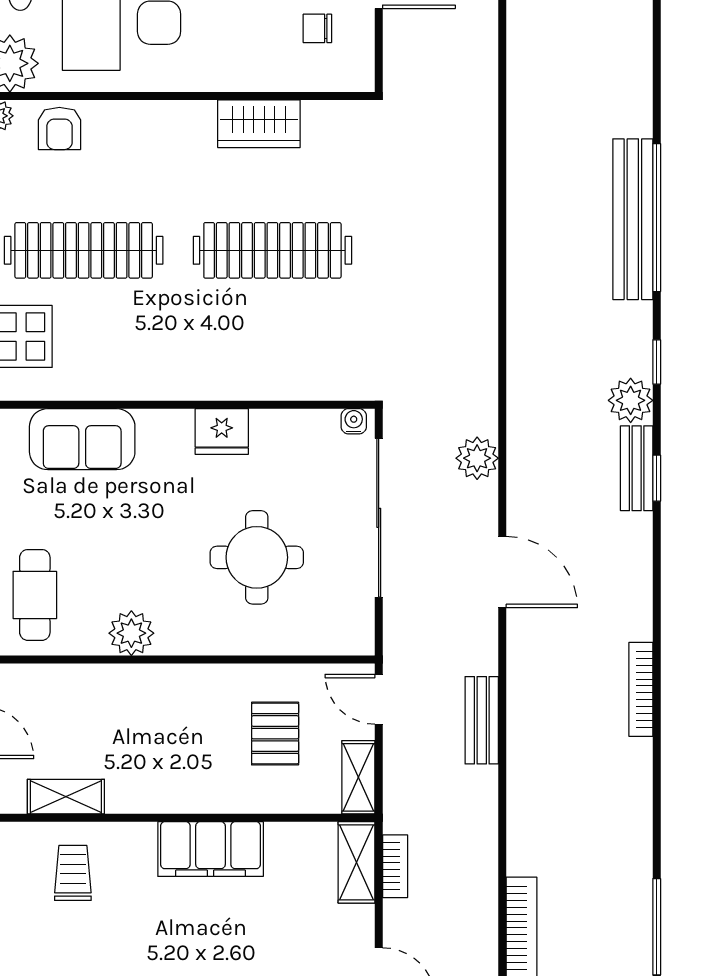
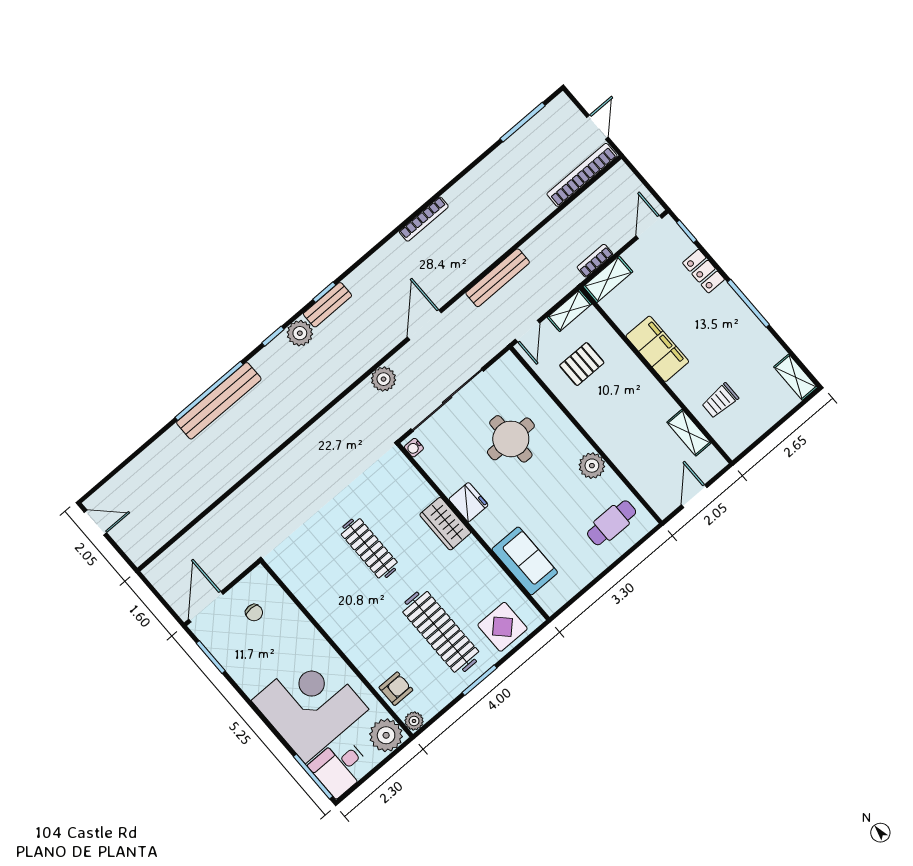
wardrobe: (259, 124) -> (445, 524), moved, turned 180
clothes rail: (272, 250) -> (369, 548), width x0.73, depth x0.76
bench: (482, 720) -> (498, 278), width x1.36

